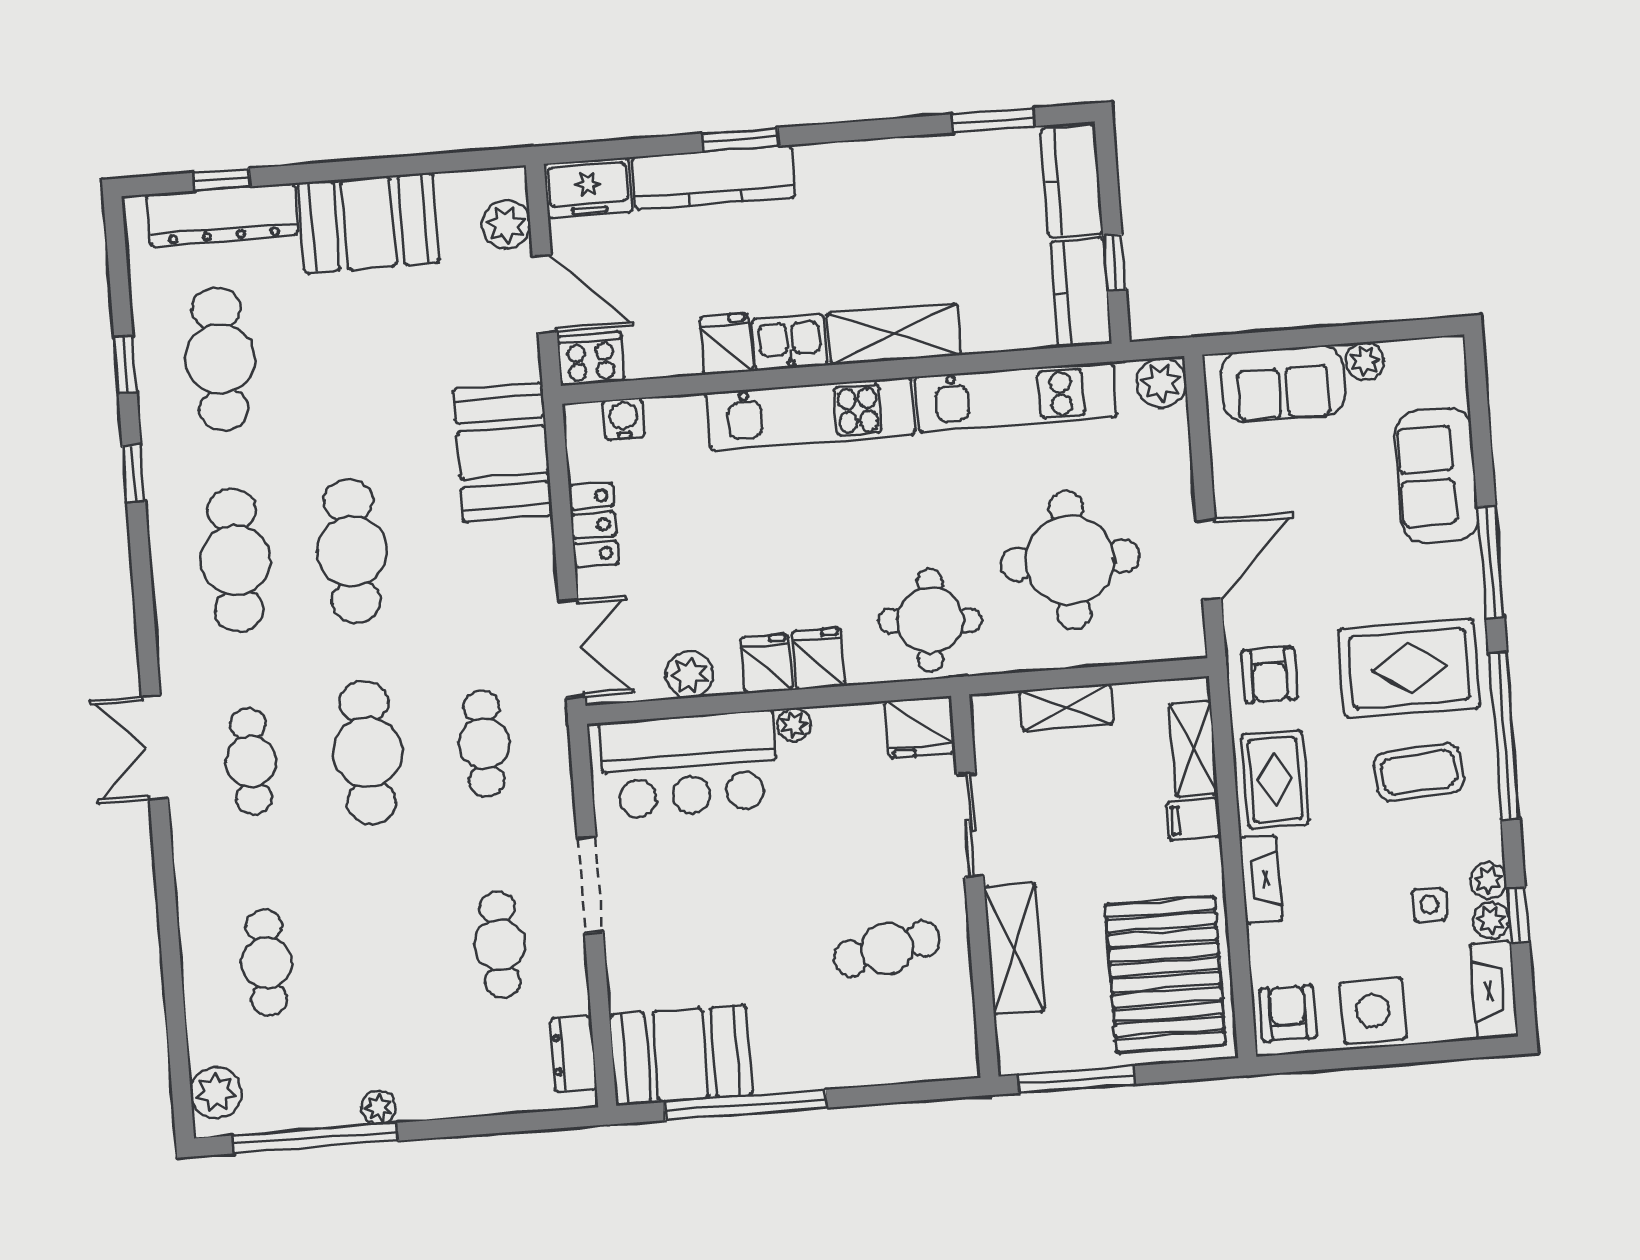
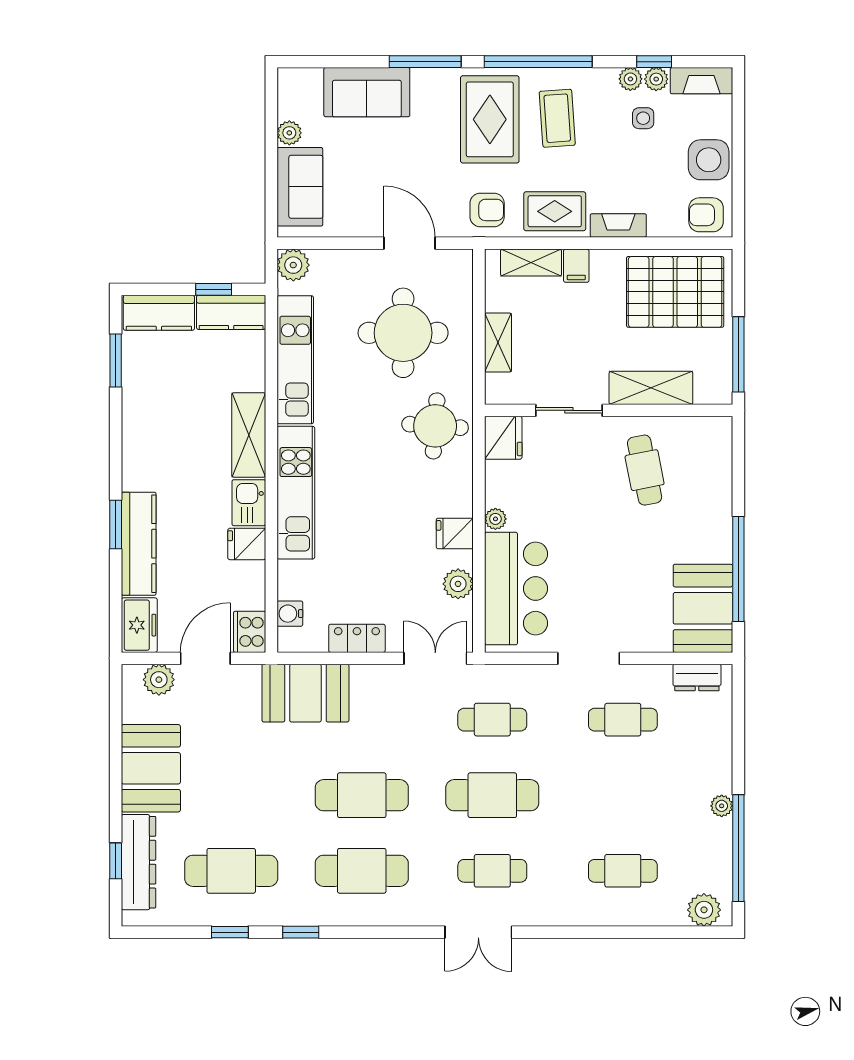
fridge: (819, 659) -> (454, 500), removed

